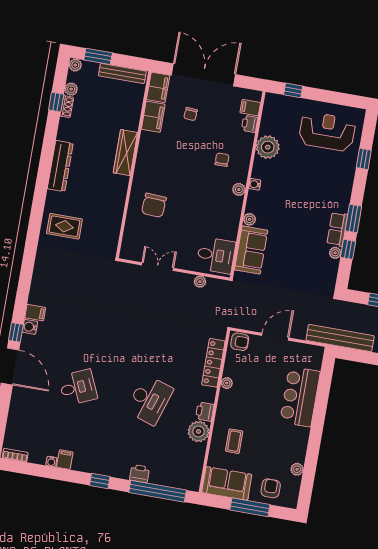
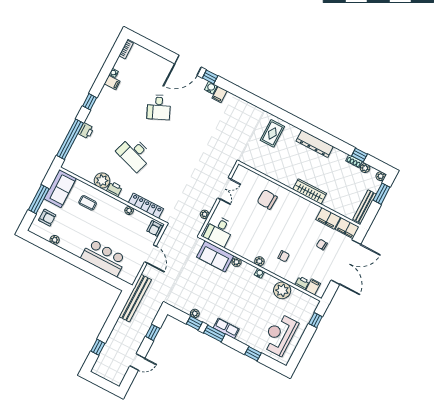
reception desk: (327, 131) -> (280, 335), turned 180
row of seats: (337, 229) -> (226, 328), moved

